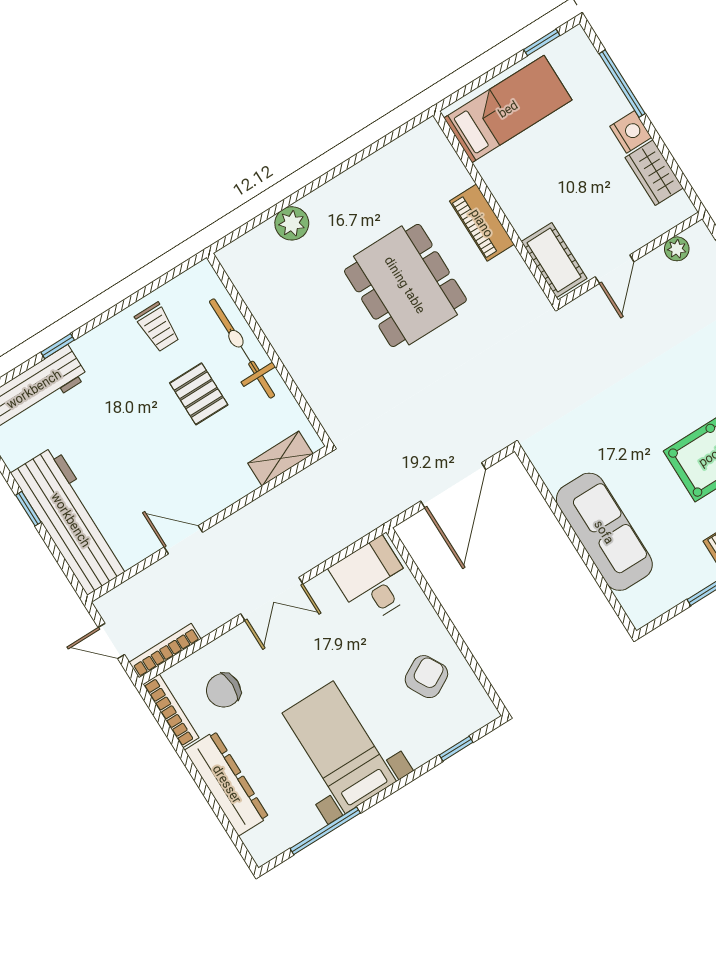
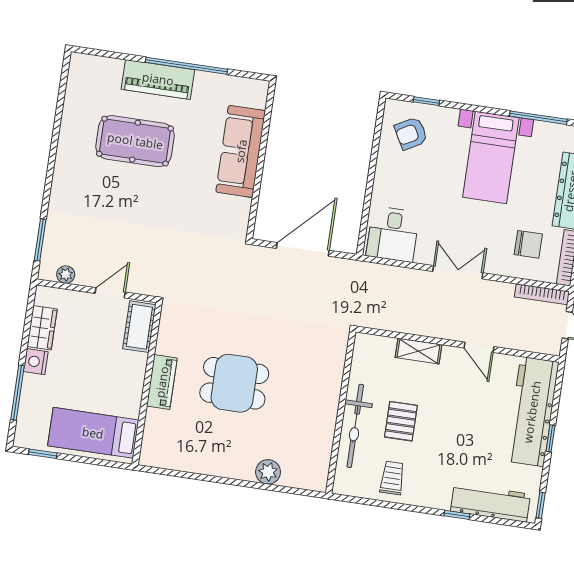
dining table: (405, 285) -> (234, 383), width x0.73
shelving: (280, 459) -> (418, 351), moved
armchair: (426, 677) -> (411, 133), moved

